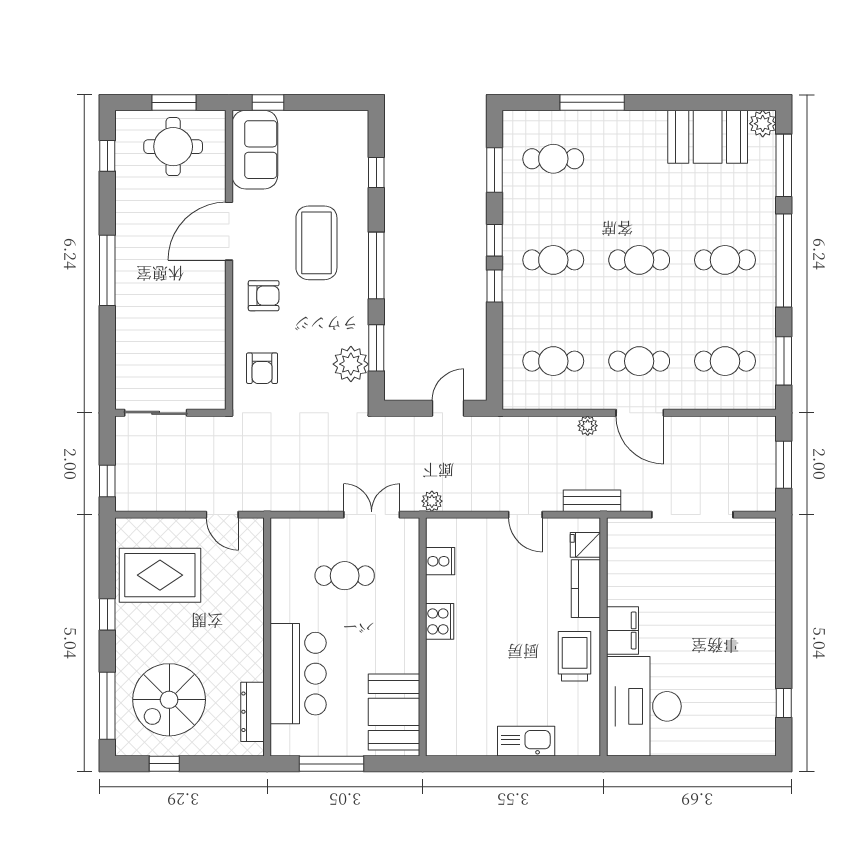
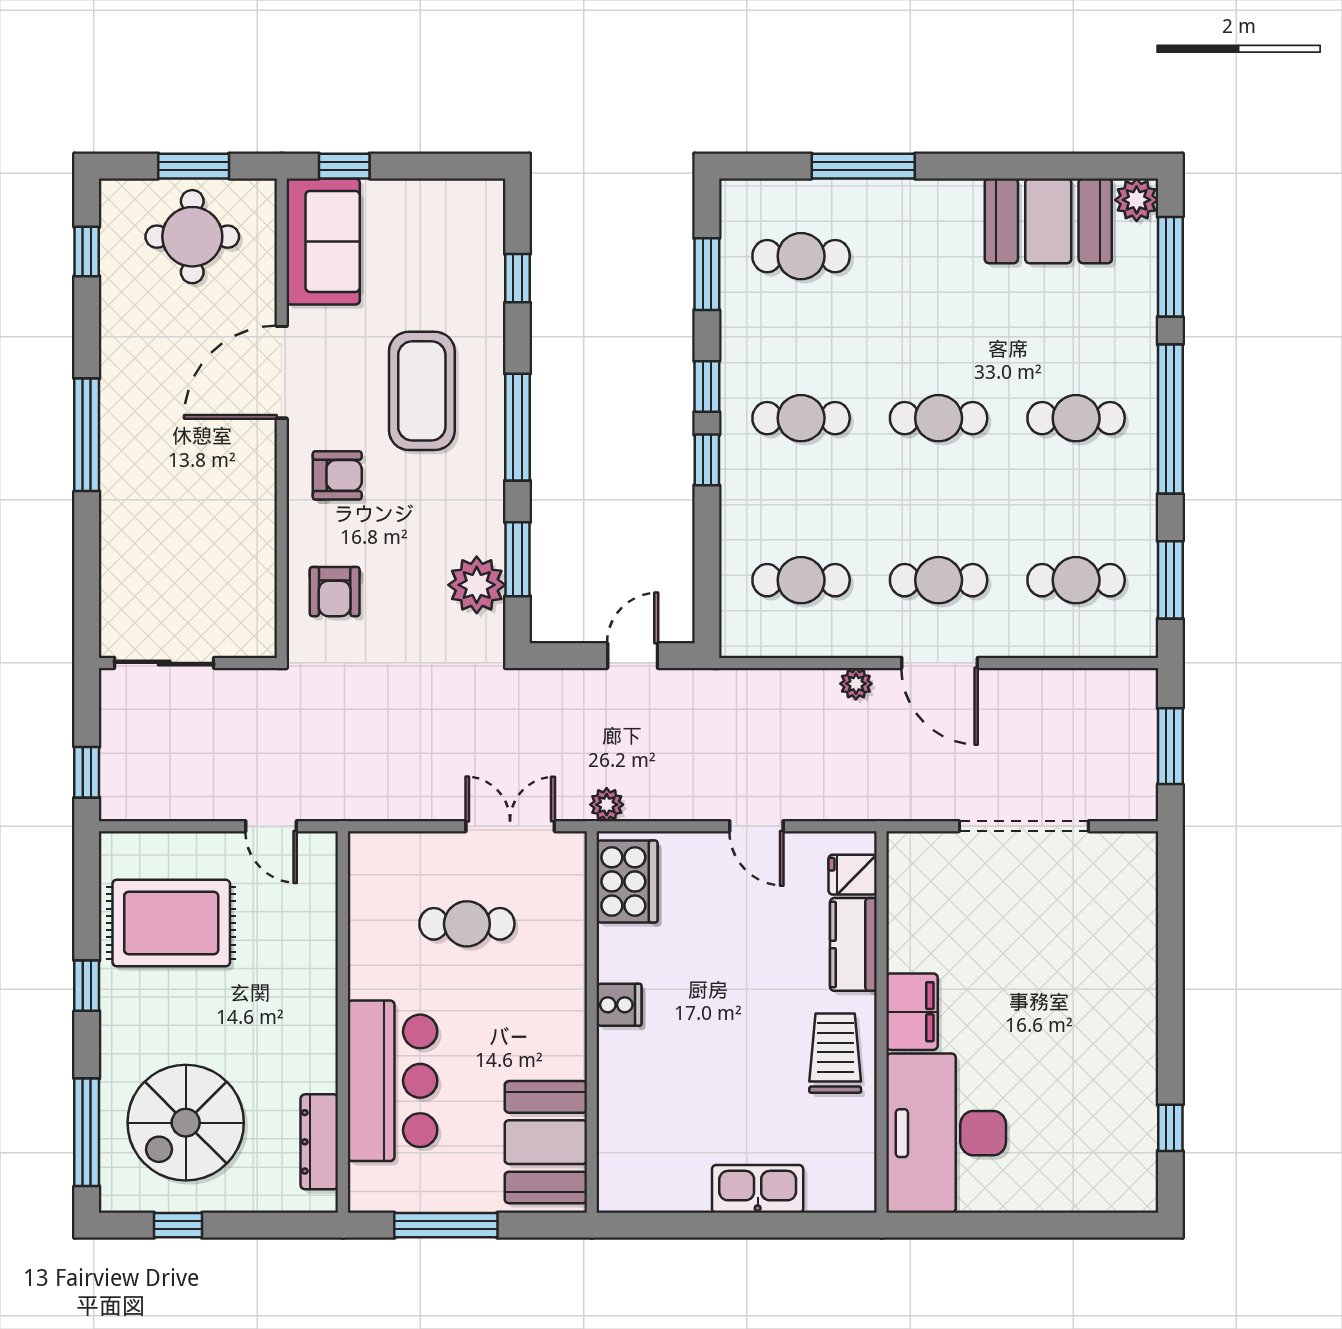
bench: (592, 501) -> (863, 804), removed
cooker: (440, 561) -> (627, 881), width x1.87, depth x1.31
cooker: (440, 621) -> (619, 1005), width x0.73

